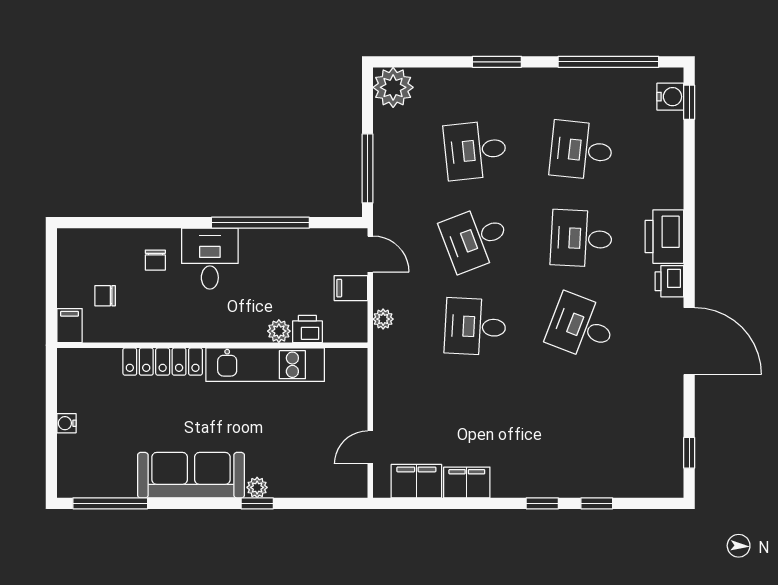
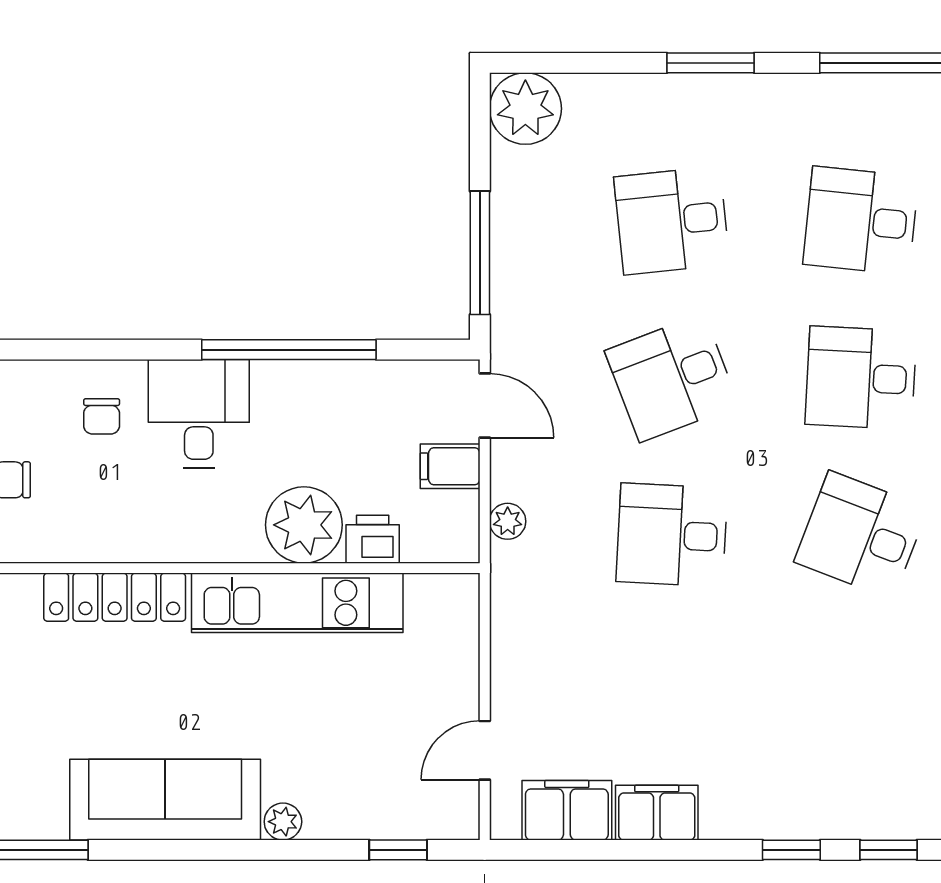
plant: (279, 331) -> (304, 525), width x1.87, depth x1.87
window: (257, 503) -> (398, 850), moved

